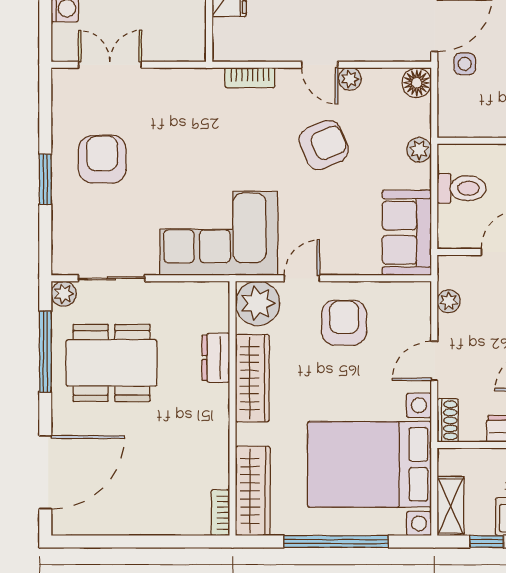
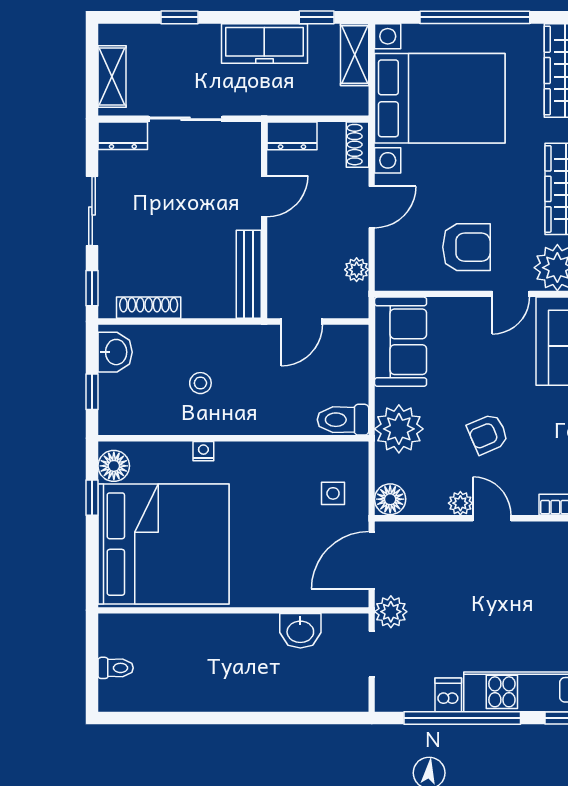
side table: (465, 64) -> (333, 493), moved
armchair: (324, 145) -> (488, 434), width x0.72, depth x0.72
plant: (419, 150) -> (399, 429), width x1.88, depth x1.88
toilet: (462, 188) -> (343, 420), moved
armchair: (344, 323) -> (466, 247), turned -90

